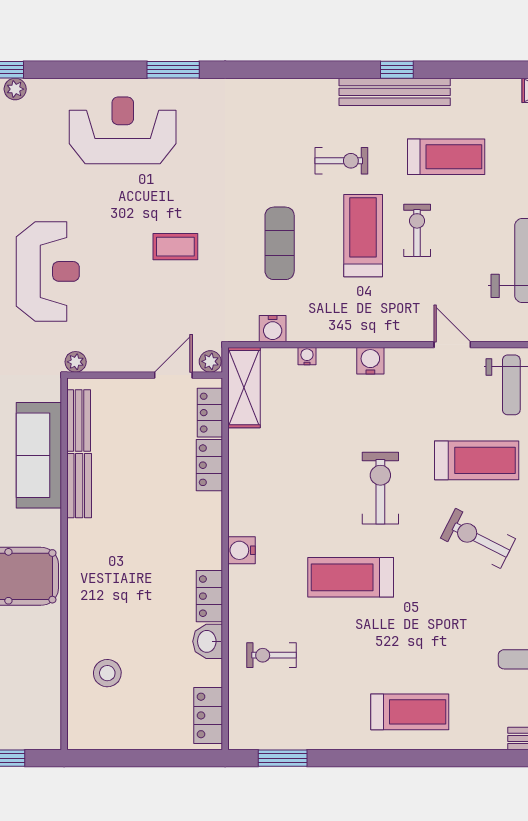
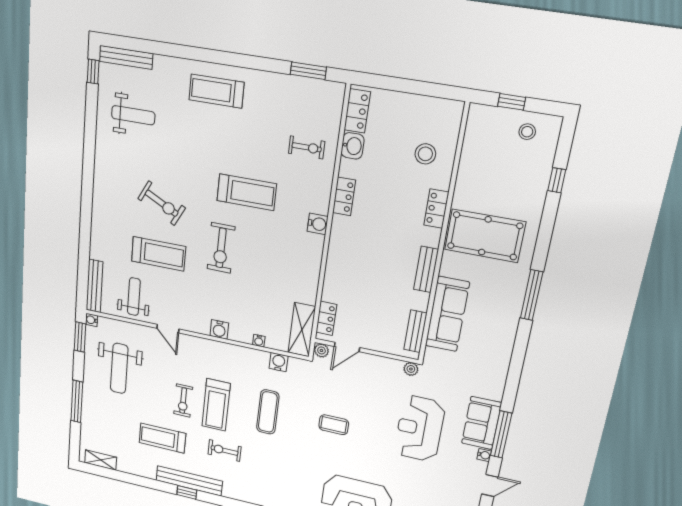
treadmill: (477, 460) -> (159, 254), turned 180
locker: (209, 465) -> (436, 209), moved, turned 180
bench: (79, 486) -> (426, 269), moved
washbasin: (208, 641) -> (353, 146), moved

